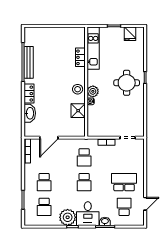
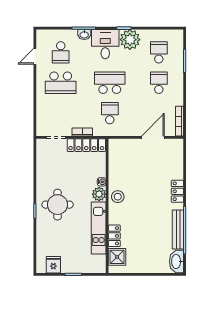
kitchen unit: (93, 48) -> (99, 228), moved
shower: (78, 111) -> (117, 257), moved
washbasin: (30, 113) -> (176, 261), moved
locker: (103, 131) -> (86, 145), added
school desk: (84, 182) -> (110, 83), width x1.85

